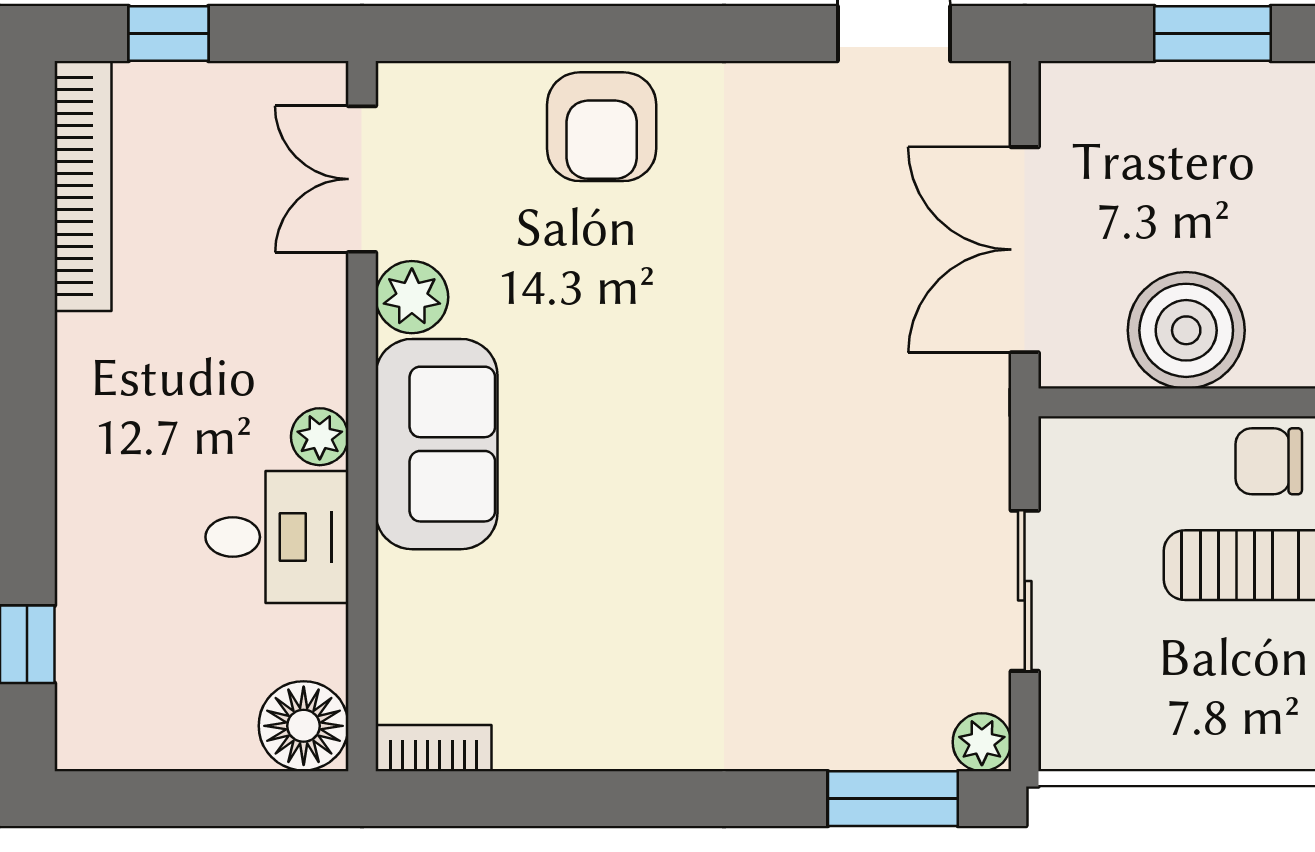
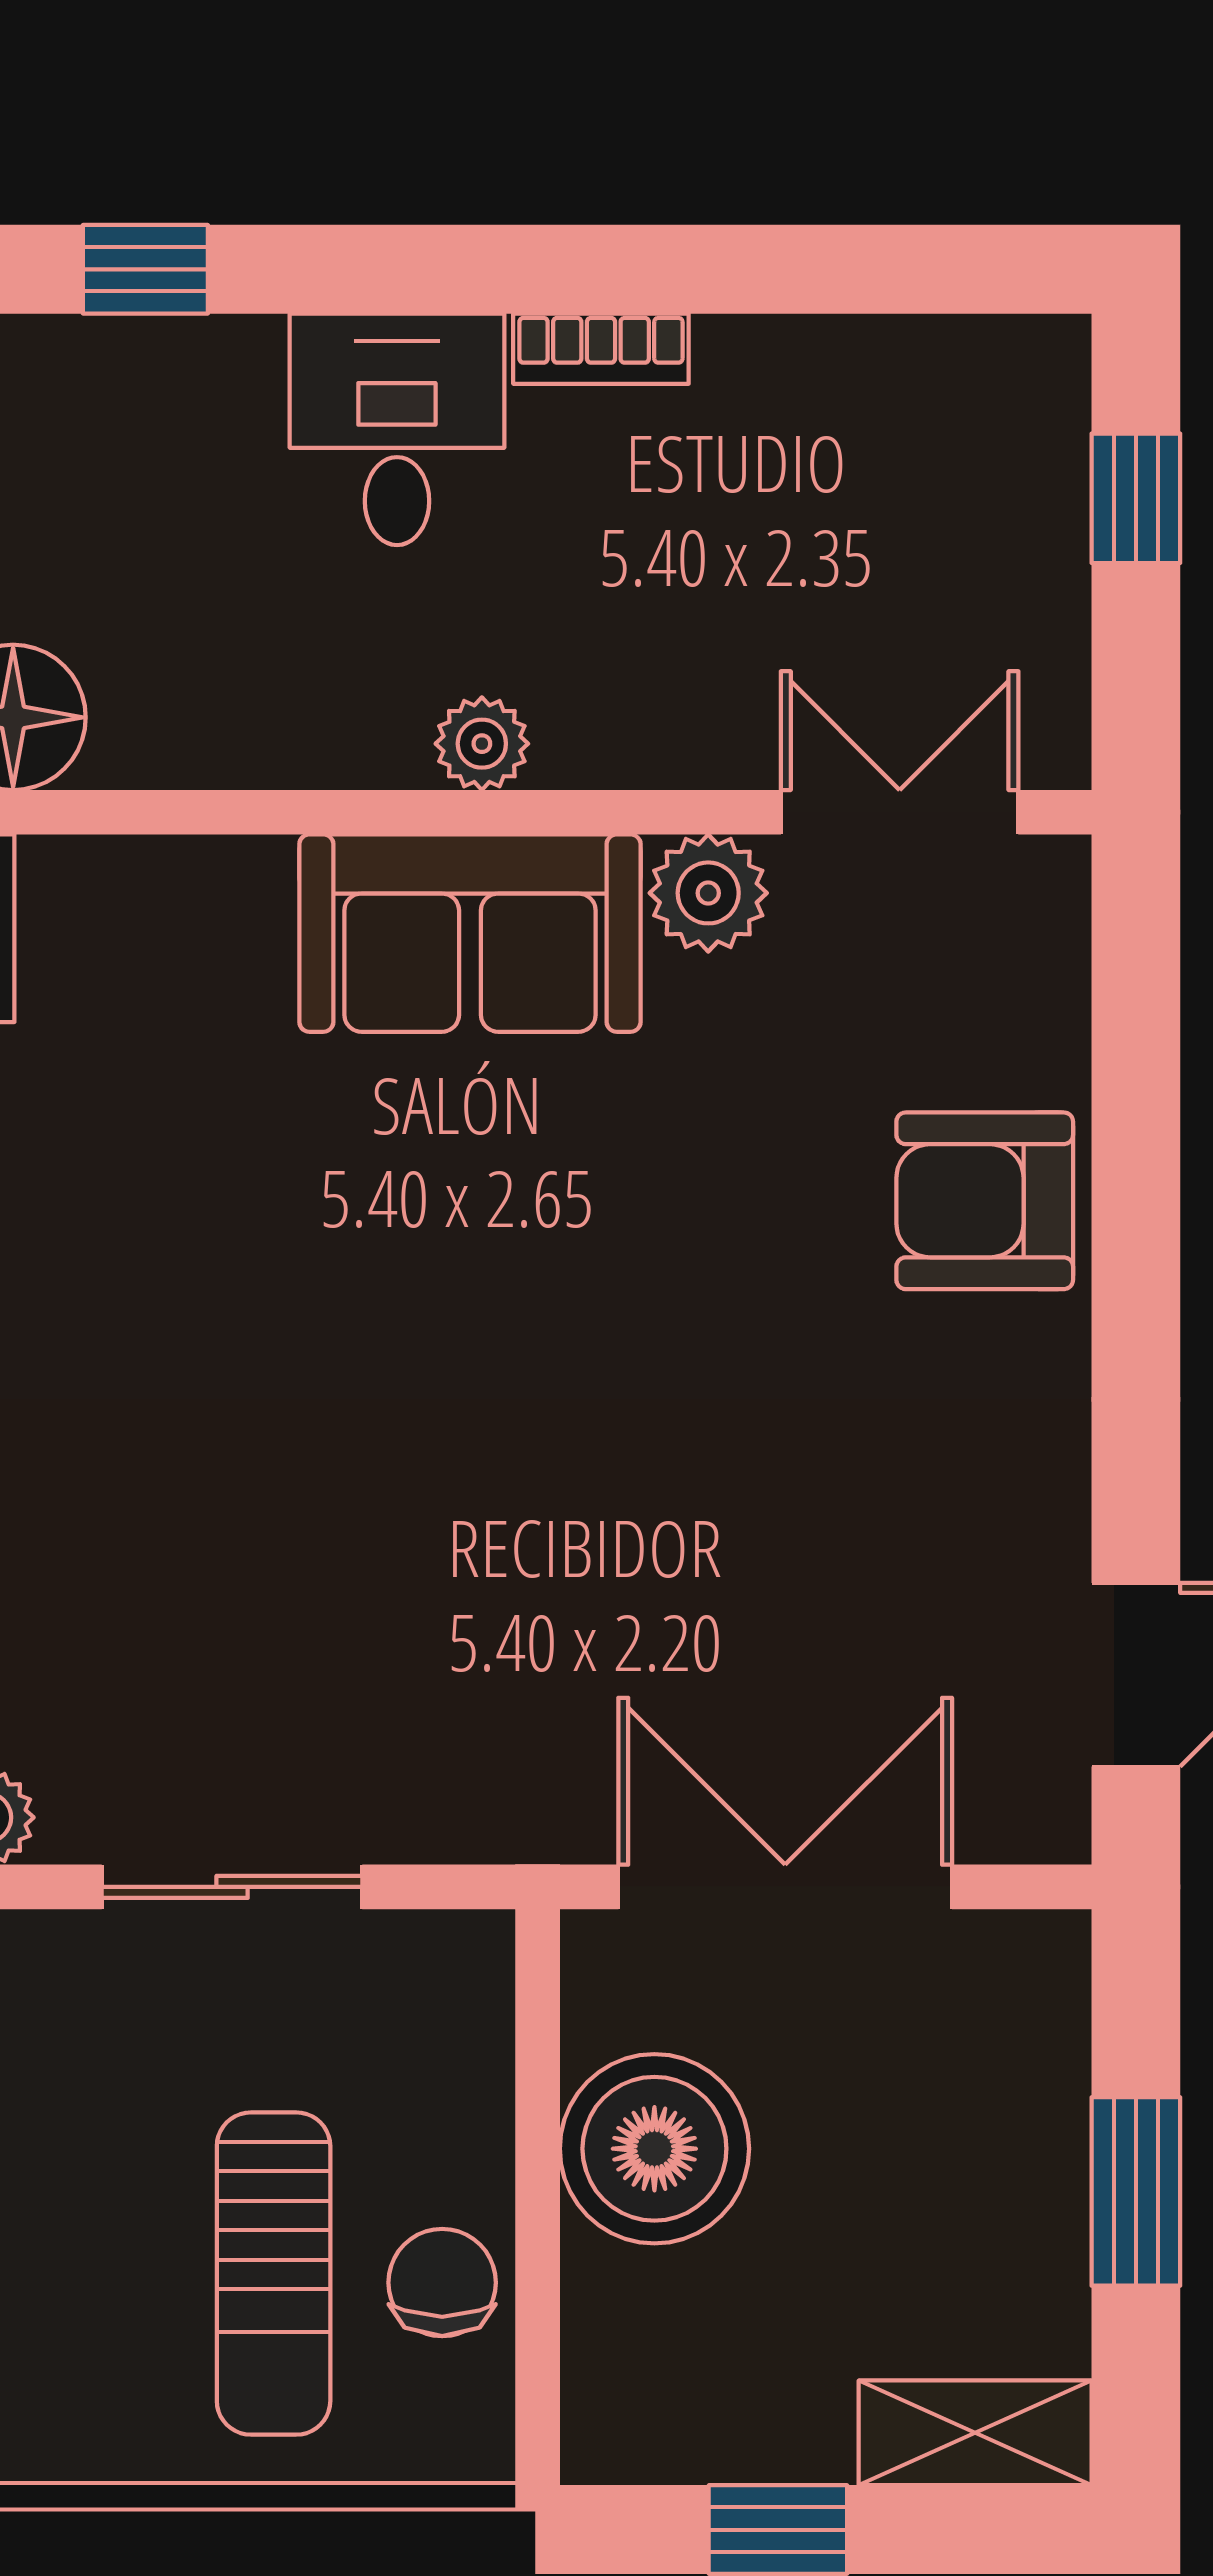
bookcase: (83, 186) -> (601, 349), moved, width x0.43, depth x0.76
desk: (277, 537) -> (397, 429), moved, turned 180

